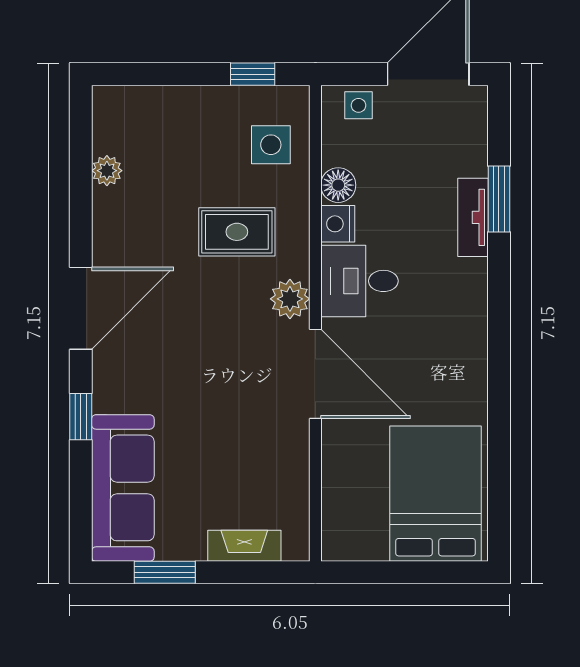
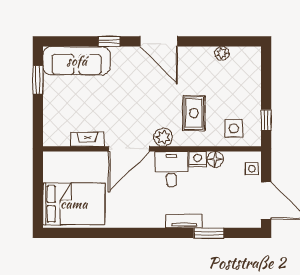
tv unit: (473, 217) -> (184, 221), moved
fireplace: (244, 546) -> (87, 139), moved, turned -90

